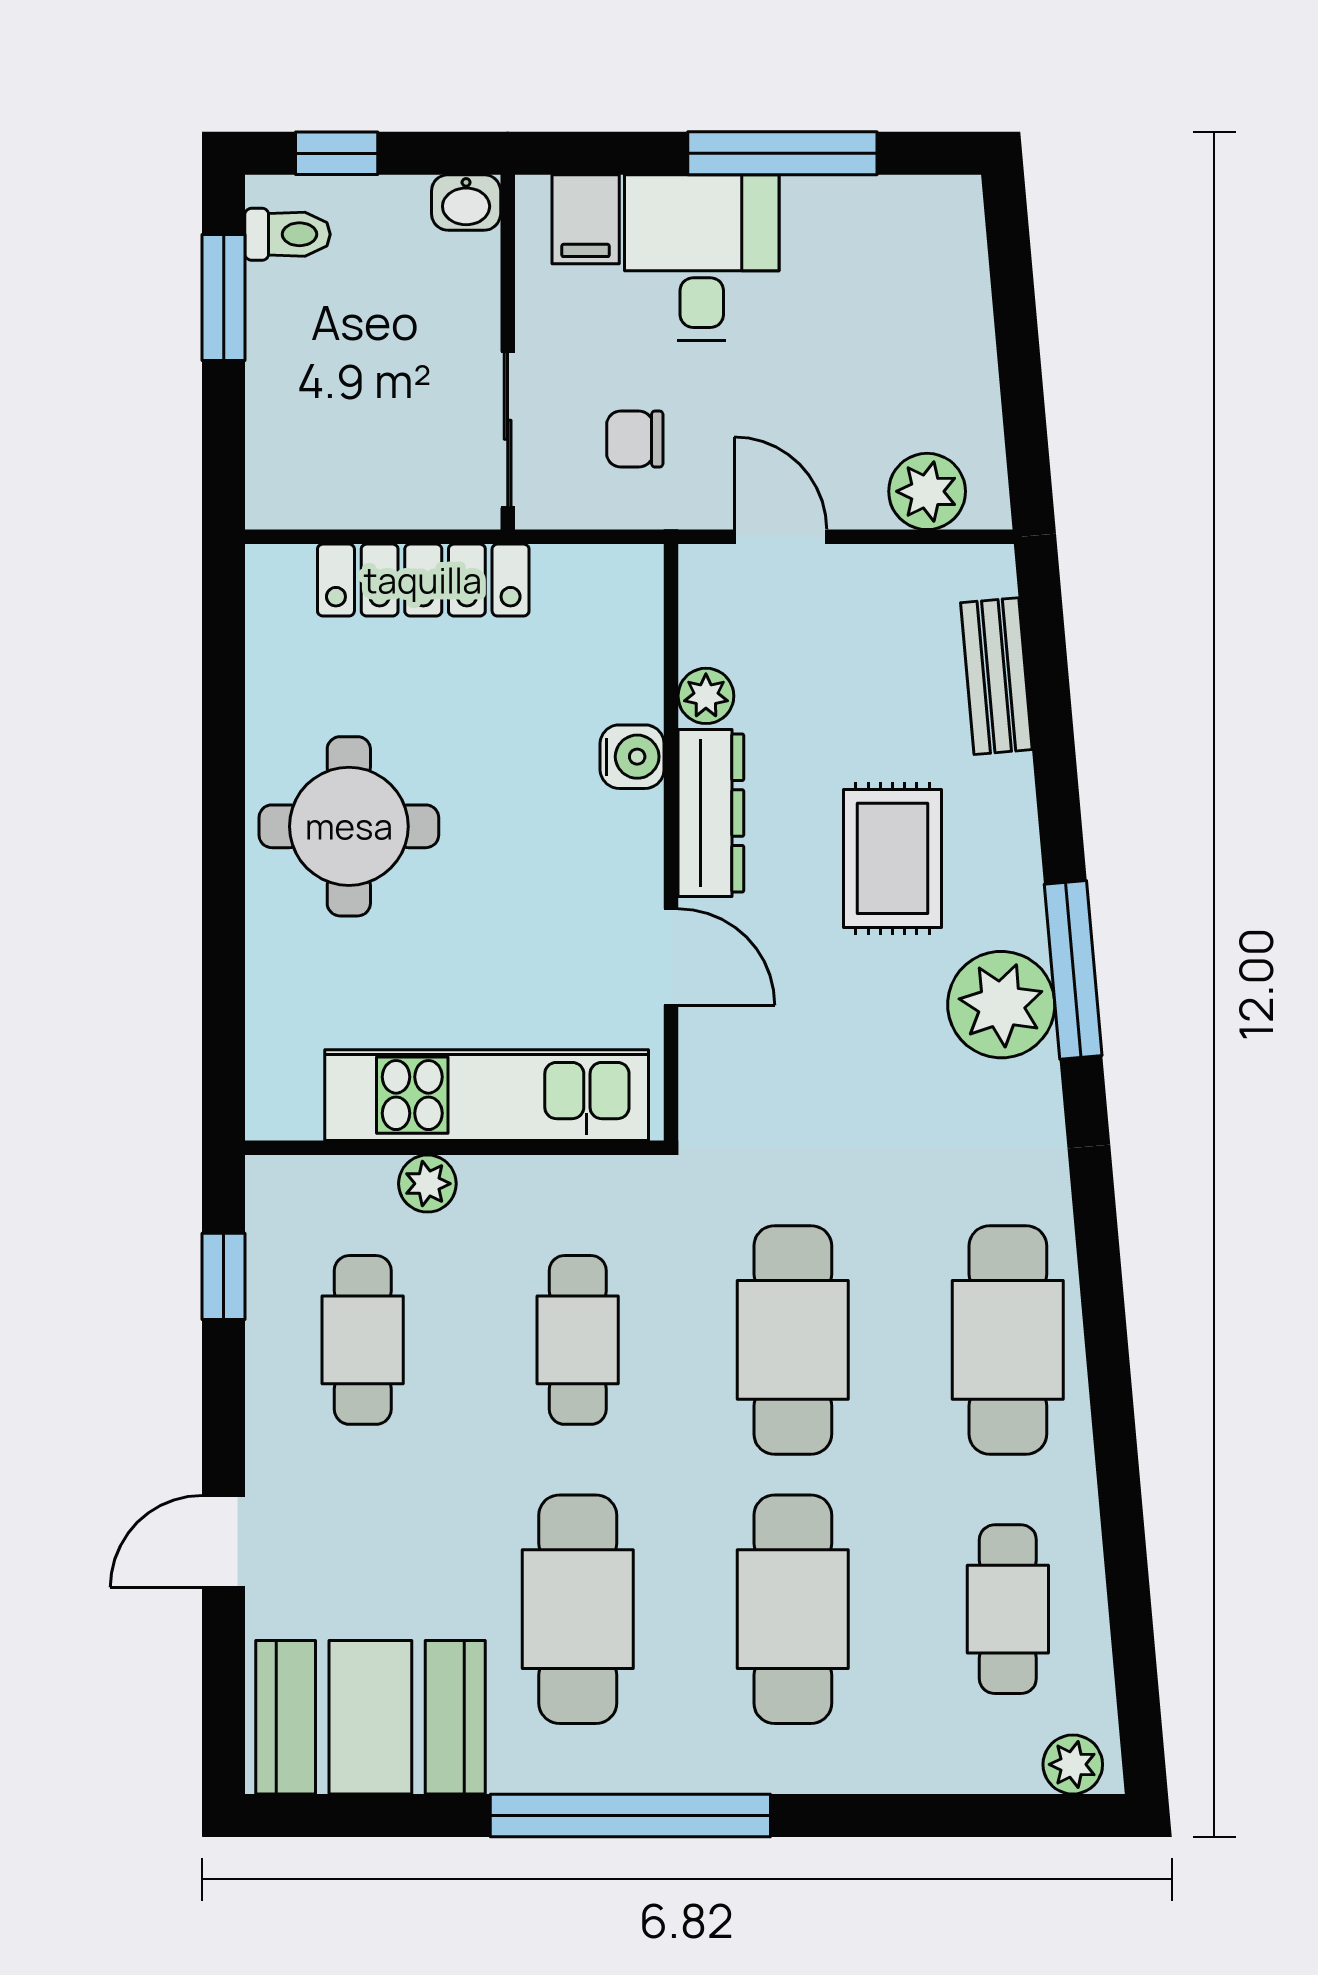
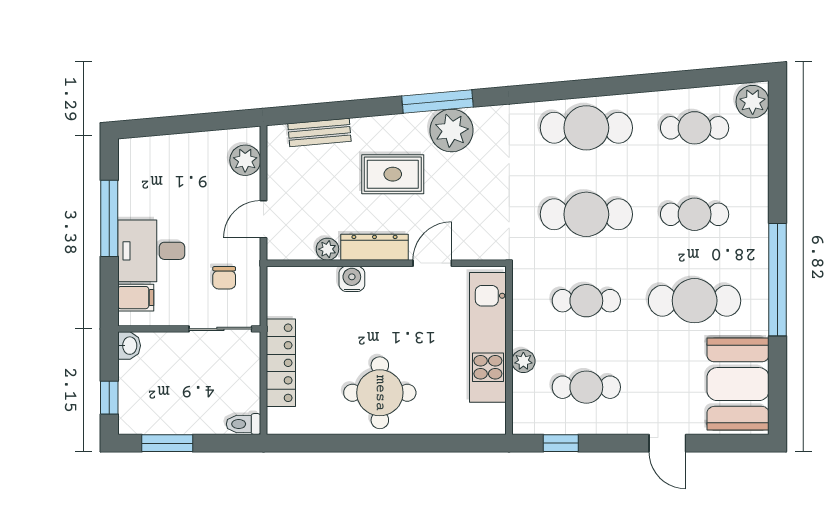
toilet: (288, 234) -> (243, 424), moved, turned -90
cafe table: (793, 1609) -> (695, 214), width x0.73, depth x0.74
plant: (1073, 1764) -> (753, 102), width x1.38, depth x1.38

